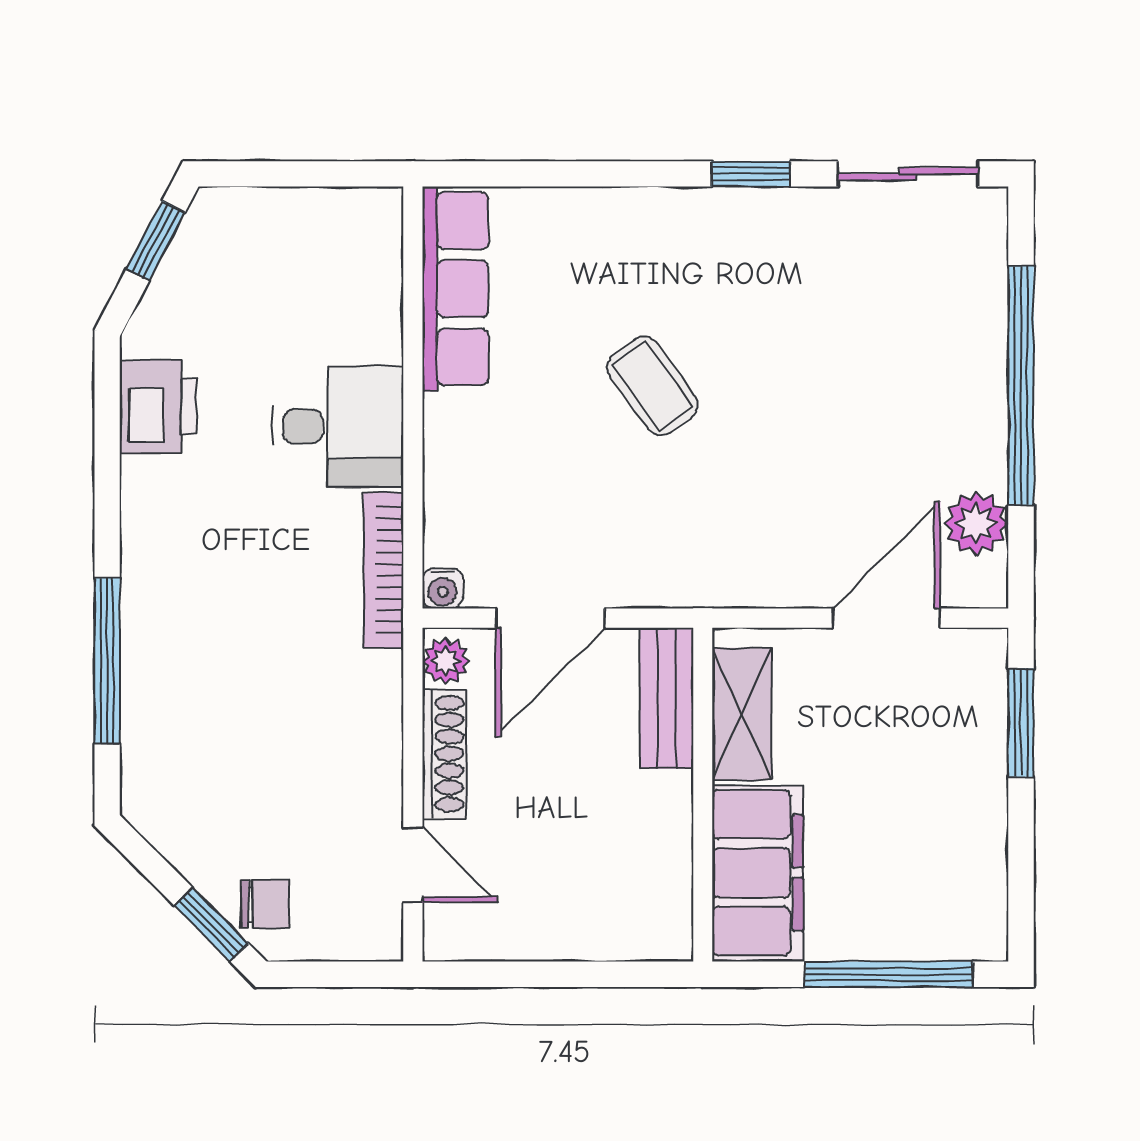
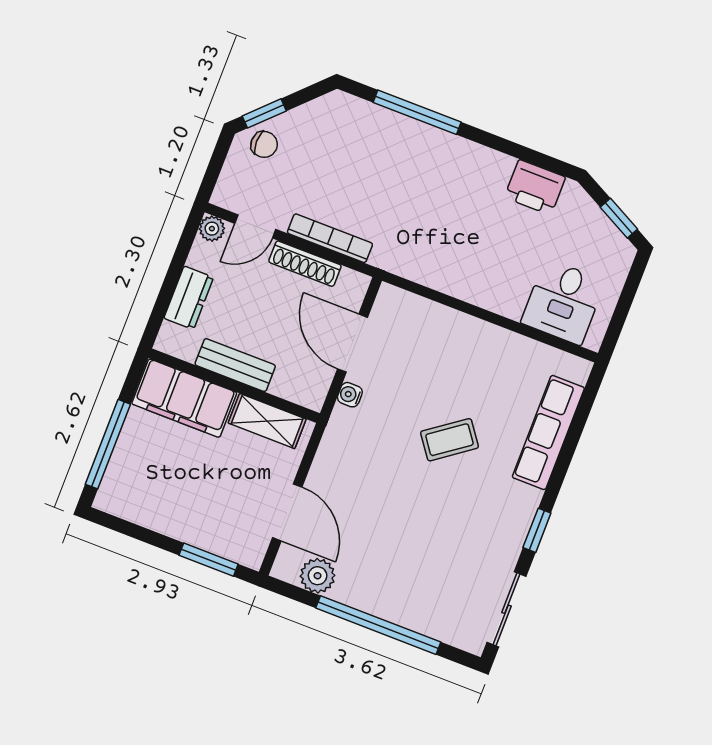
row of seats: (455, 289) -> (548, 432), moved, turned 90
desk: (338, 426) -> (563, 302), moved
bookcase: (383, 570) -> (330, 238), moved
water cooler: (443, 588) -> (350, 395), moved
plant: (446, 661) -> (212, 229), moved
bench: (666, 698) -> (235, 365), moved
chair: (265, 904) -> (264, 144), turned -90
dresser: (581, 932) -> (189, 298), added

